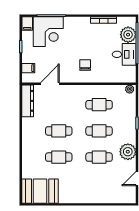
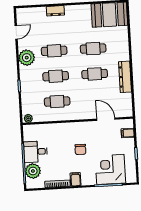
filing cabinet: (27, 24) -> (76, 179), moved
chair: (85, 65) -> (80, 149), moved
door: (50, 84) -> (106, 119), swing flipped
dresser: (28, 101) -> (125, 77), moved
dresser: (95, 198) -> (55, 11), added

